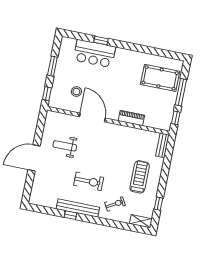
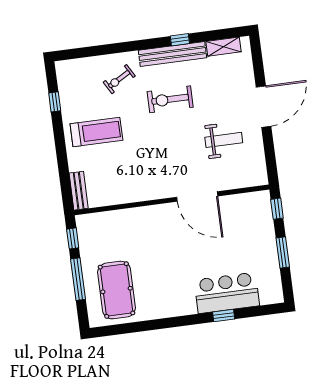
pool table: (160, 78) -> (117, 290), turned 90
stool: (76, 92) -> (234, 227), removed
piano: (131, 118) -> (139, 216), removed
treadmill: (140, 177) -> (96, 132), turned -90
shelving: (141, 221) -> (223, 47), moved

